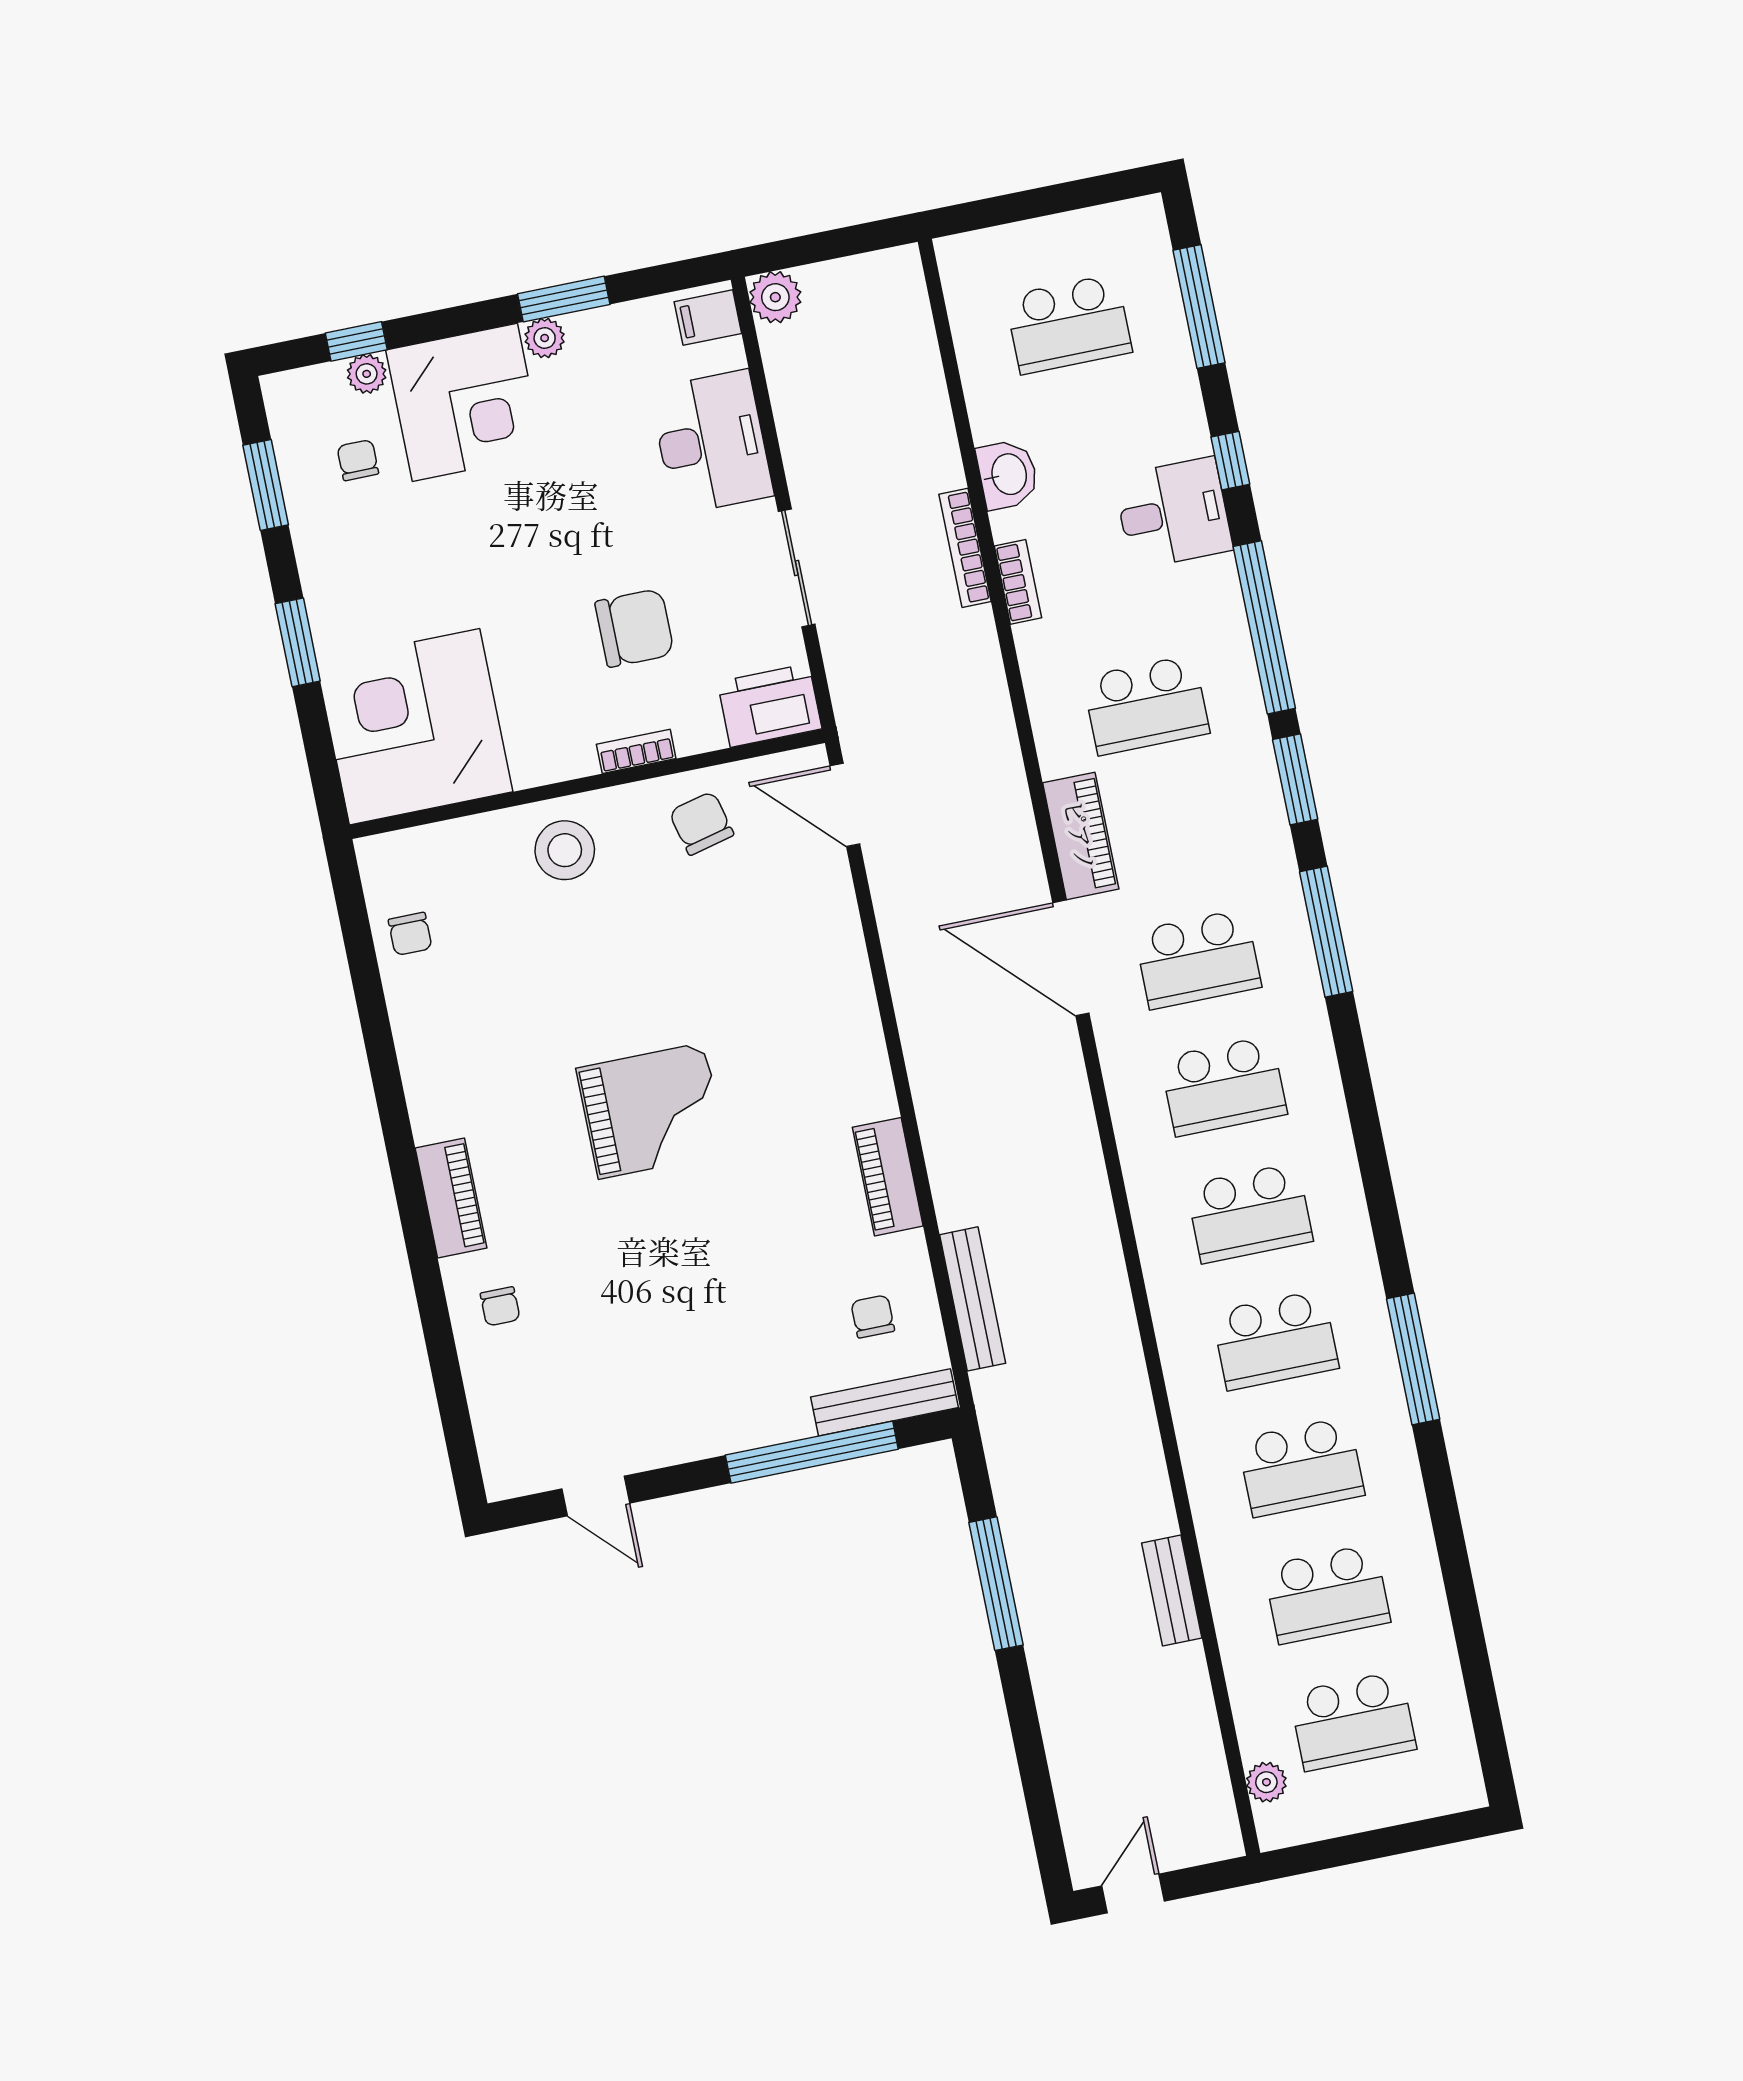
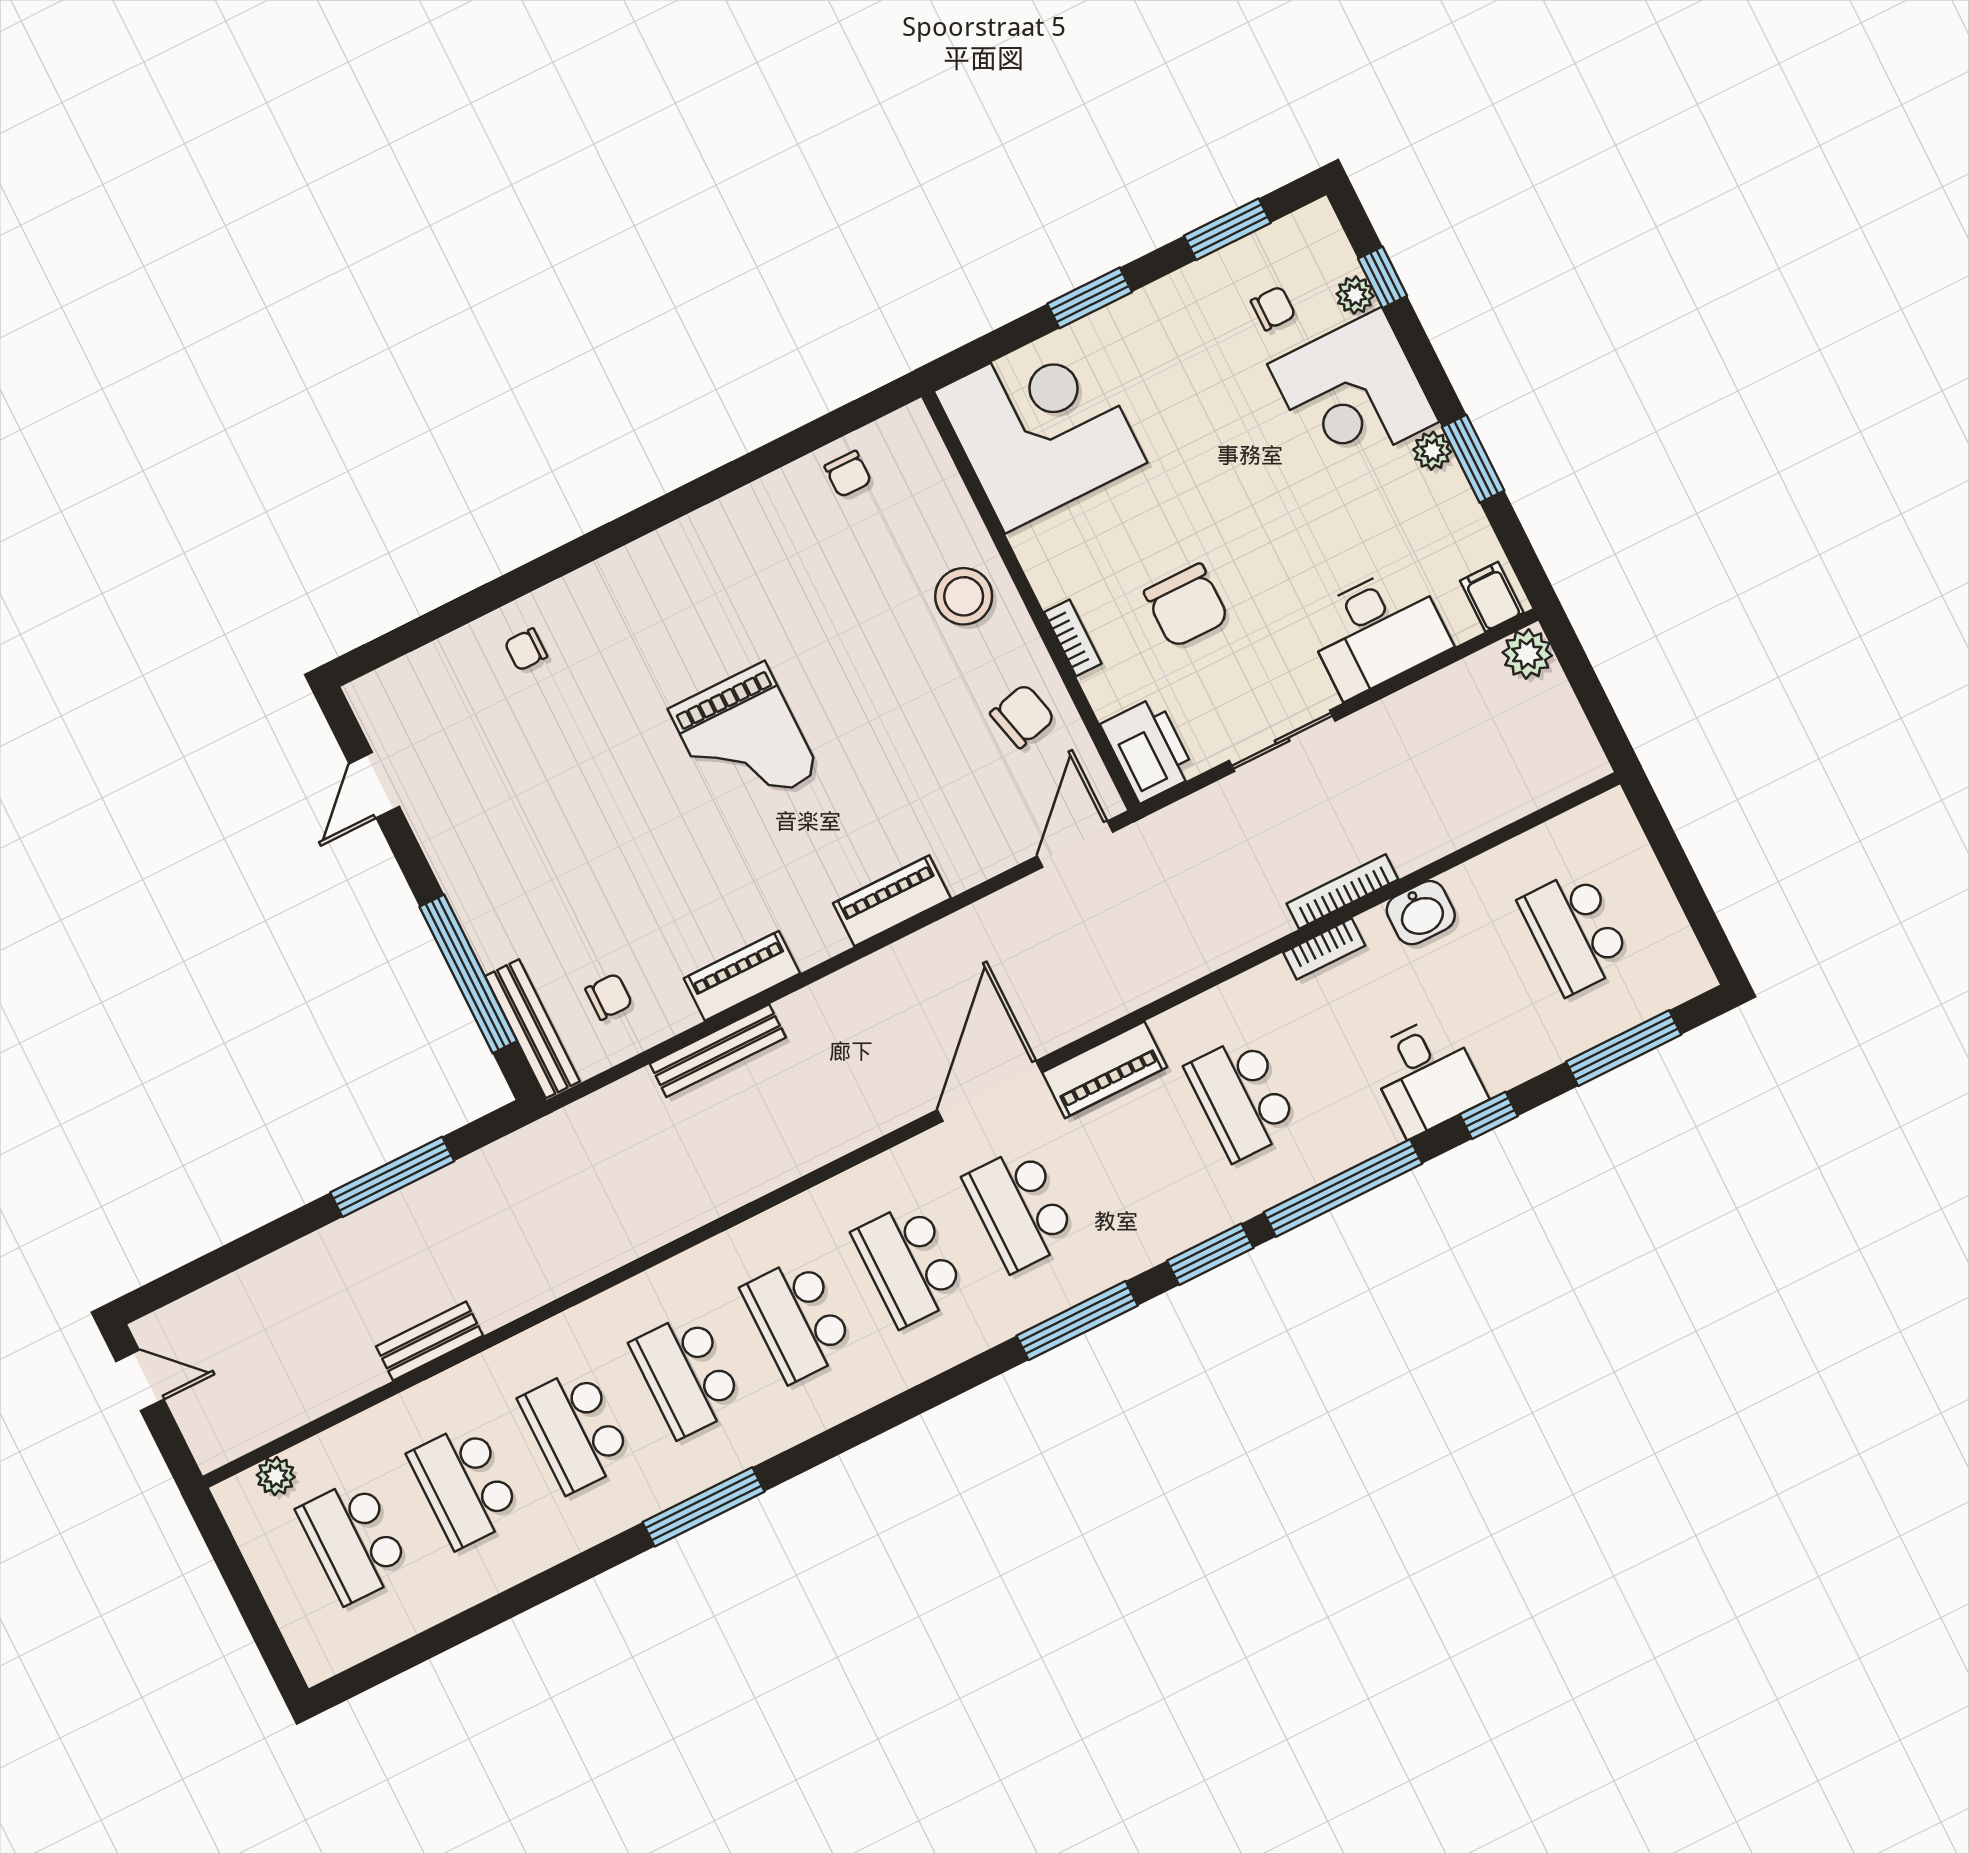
chair: (410, 934) -> (848, 474), turned -90
piano: (451, 1198) -> (892, 901), moved, turned 180
bench: (973, 1299) -> (718, 1051), moved

